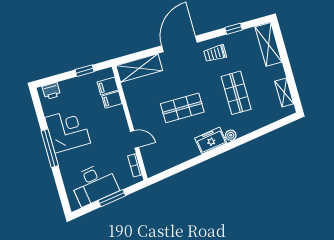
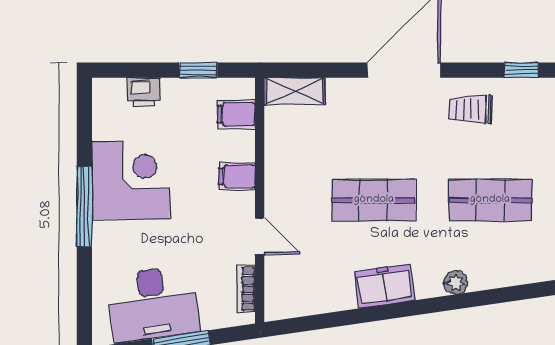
shelving: (139, 68) -> (295, 91), width x0.67, depth x0.75
printer: (51, 91) -> (144, 92), moved
shop shelf: (236, 93) -> (490, 200), turned 90
filing cabinet: (112, 100) -> (237, 176), moved
freezer: (211, 141) -> (385, 286), moved

